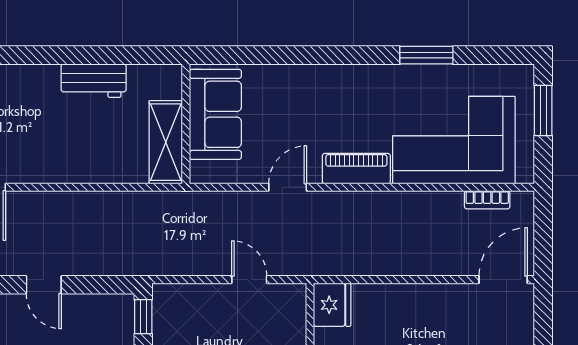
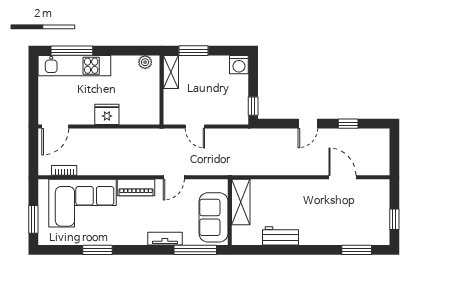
window: (249, 55) -> (195, 250), added
tv unit: (304, 76) -> (165, 239), added
door: (44, 285) -> (308, 124), swing flipped
fridge: (332, 305) -> (107, 114), moved, turned 90

